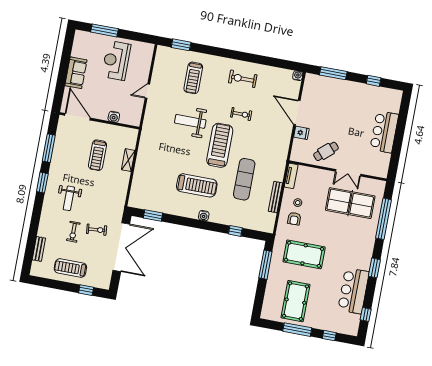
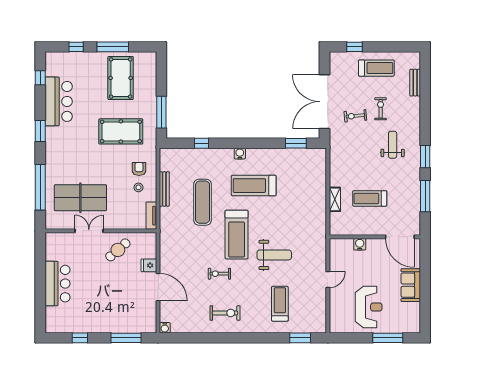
treadmill: (97, 155) -> (370, 198), turned -90

